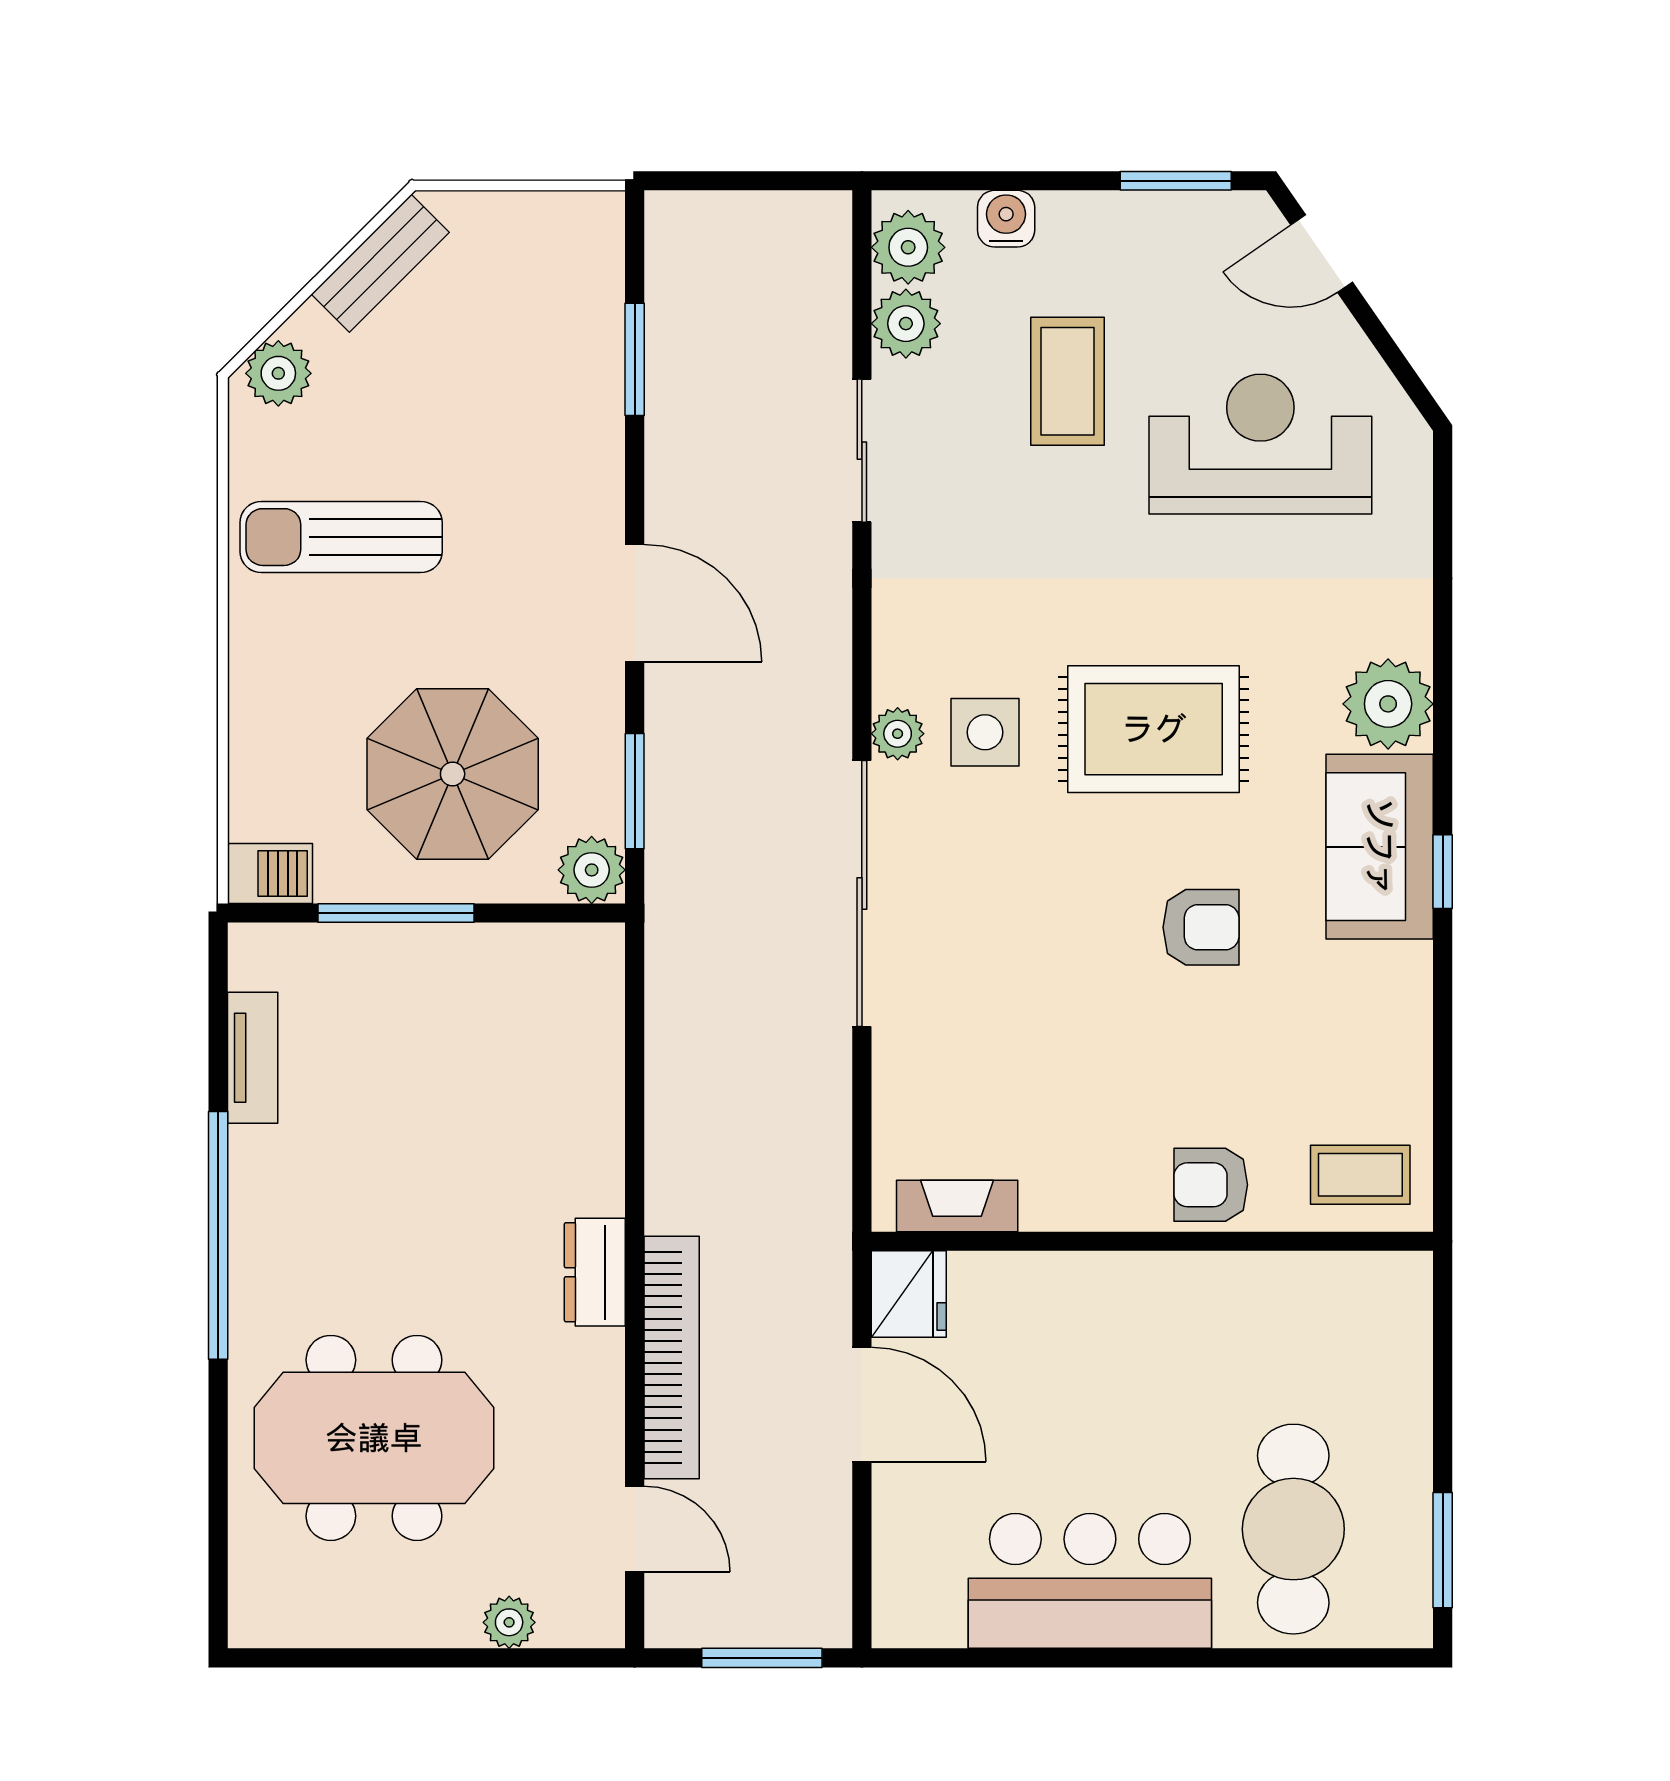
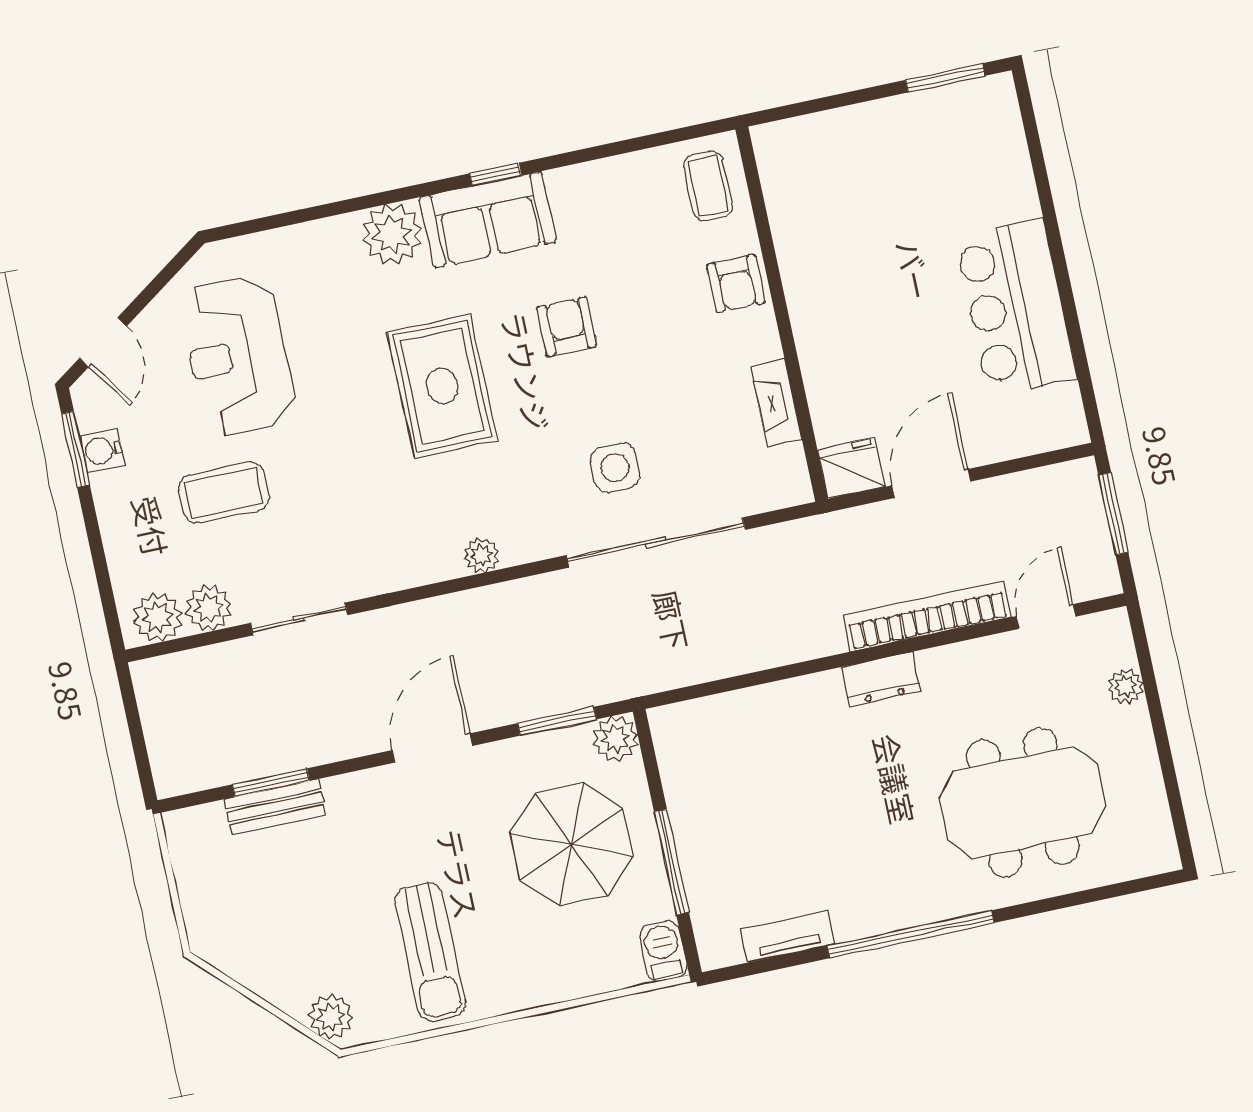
water cooler: (1006, 219) -> (102, 451), moved
bench: (380, 263) -> (275, 807), moved, turned -45
side table: (985, 732) -> (615, 468), moved
sliding door: (862, 894) -> (656, 543), moved
fireplace: (957, 1206) -> (776, 403), moved
meeting table: (374, 1438) -> (1023, 802), turned 90
cafe table: (1293, 1529) -> (952, 180), removed

